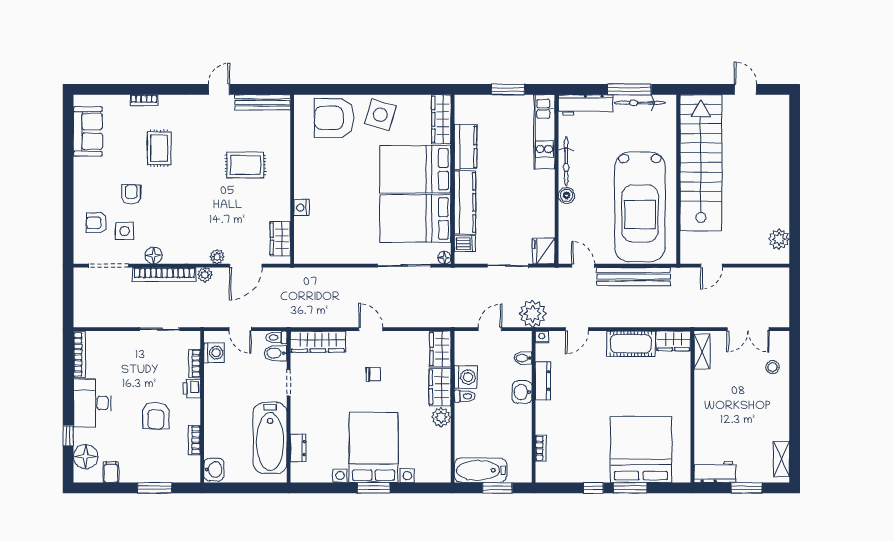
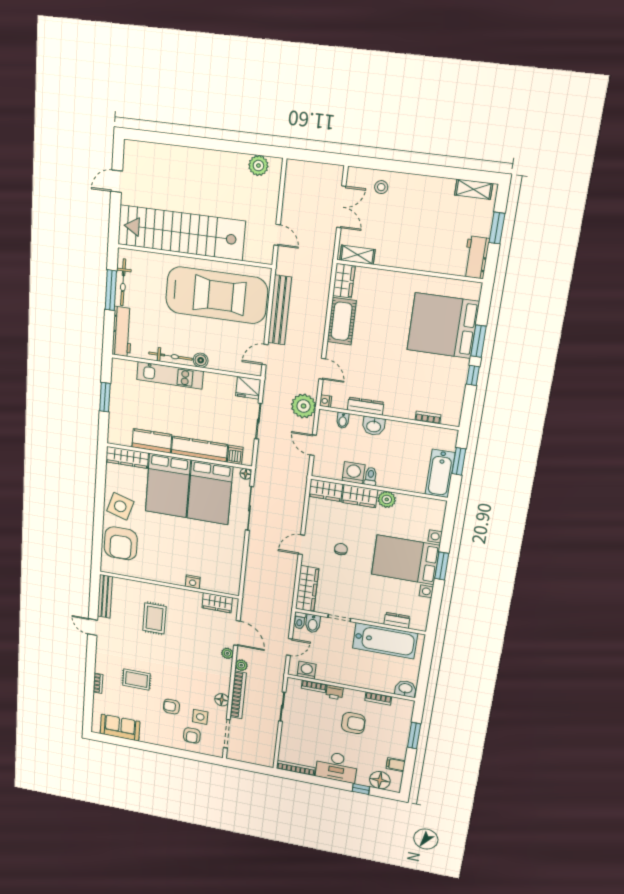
kitchen unit: (544, 132) -> (170, 375), moved

